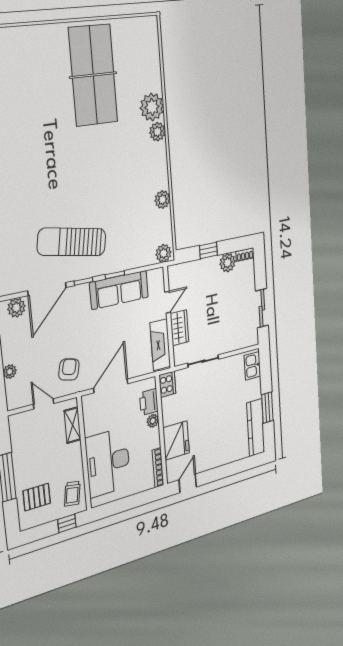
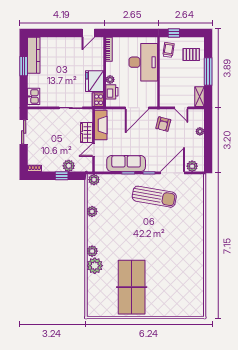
plant: (228, 263) -> (69, 166), moved
shelving: (73, 425) -> (199, 97), moved
fridge: (176, 440) -> (95, 81), moved

